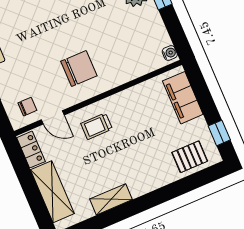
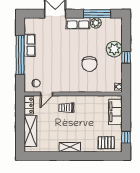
chair: (79, 68) -> (89, 64), moved, turned 90
door: (53, 117) -> (46, 94), hinge flipped
shelving: (111, 199) -> (70, 147), moved

